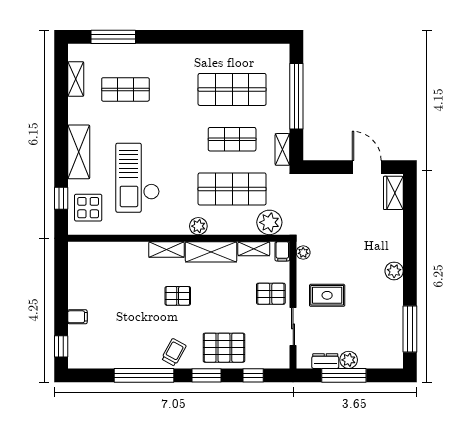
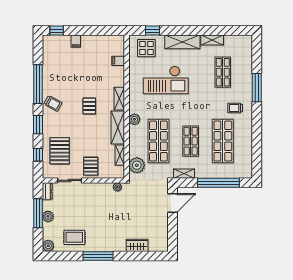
window: (113, 37) -> (257, 88), moved
trolley: (181, 70) -> (235, 108), added
shelving: (76, 79) -> (212, 40), moved
door: (367, 167) -> (173, 203), moved
checkout: (138, 178) -> (166, 80), turned 180
wardrobe: (393, 193) -> (137, 245), moved
filing cabinet: (282, 251) -> (118, 61), moved
plant: (394, 271) -> (48, 246), moved
rug: (327, 295) -> (74, 237), moved, turned 90
window: (410, 329) -> (98, 256), moved
pallet: (224, 348) -> (60, 151), moved
dresser: (325, 361) -> (47, 191), moved

